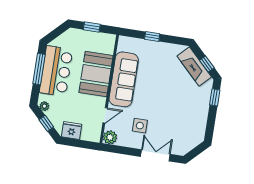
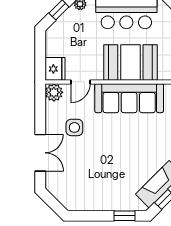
door: (105, 115) -> (80, 82), hinge flipped
fridge: (72, 131) -> (55, 69), moved

